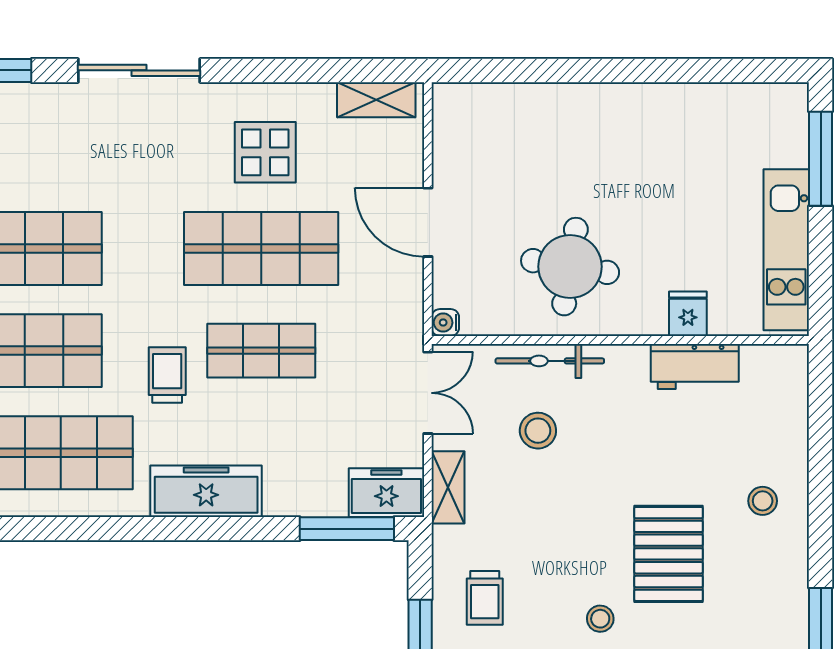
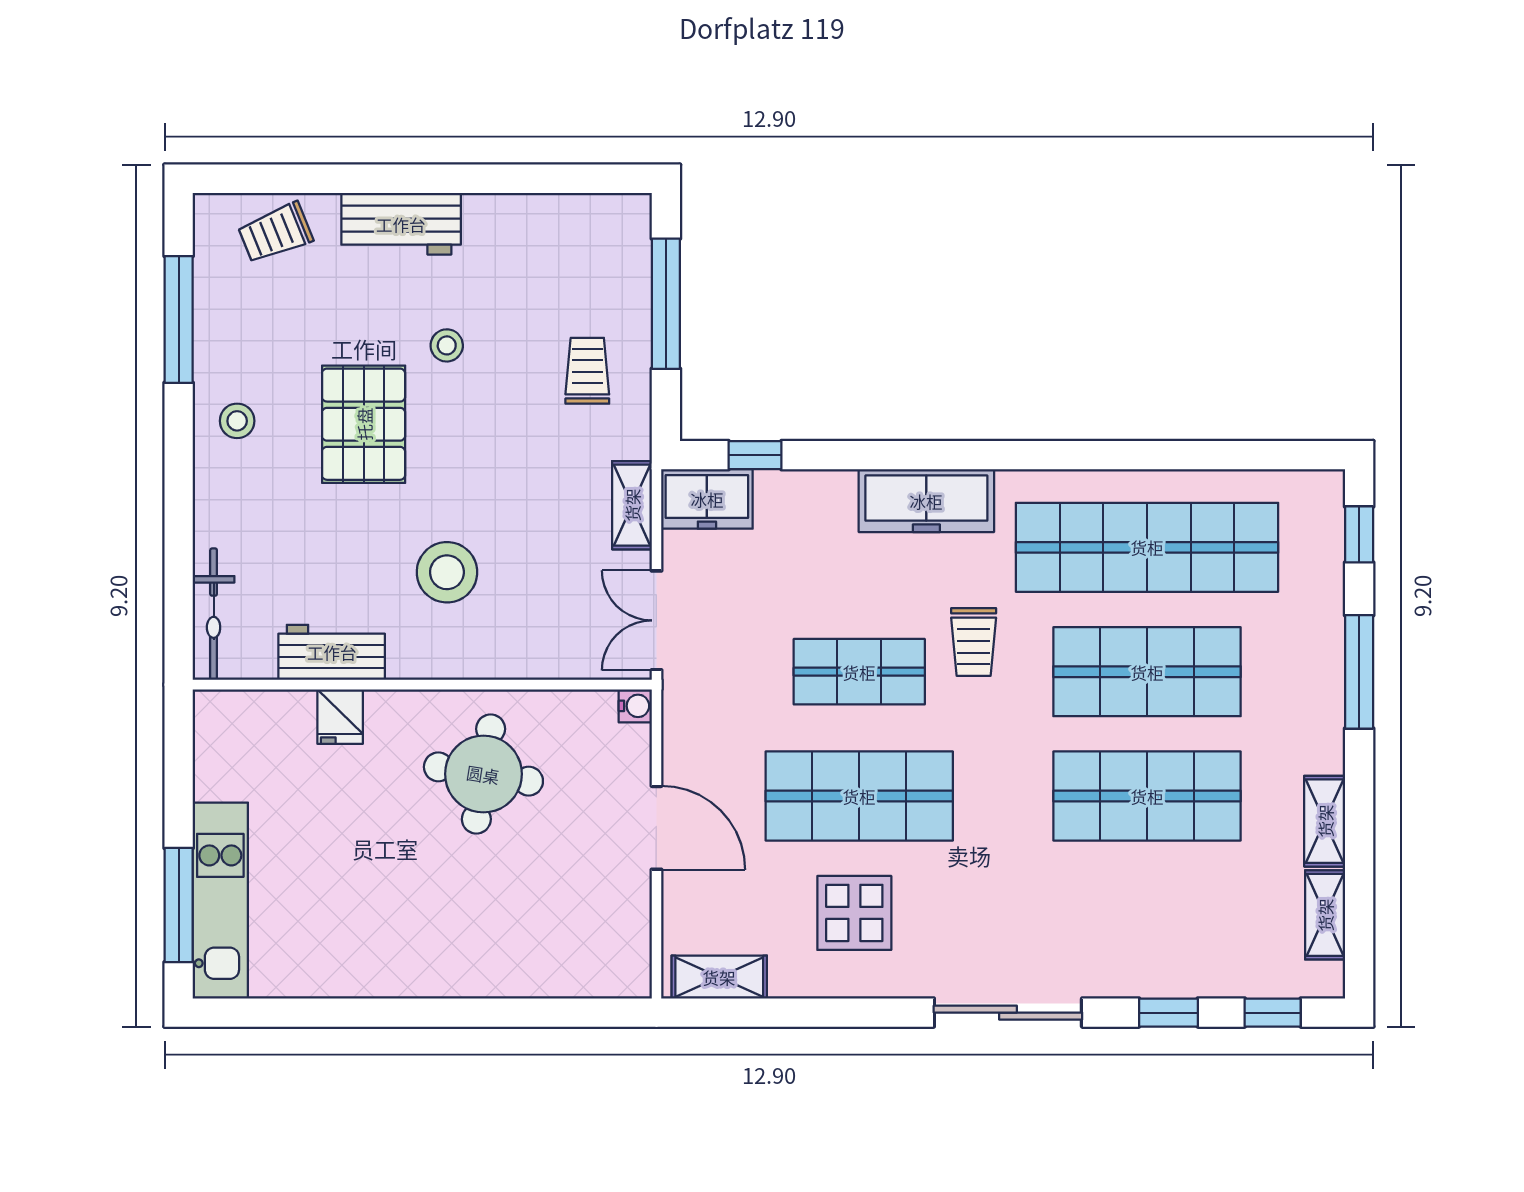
kitchen unit: (786, 250) -> (220, 901), moved
bicycle: (550, 361) -> (214, 614), moved, turned 90
stool: (538, 431) -> (447, 572), moved, width x1.38, depth x1.38
stool: (763, 501) -> (237, 421), moved
window: (347, 529) -> (755, 455), width x0.46

